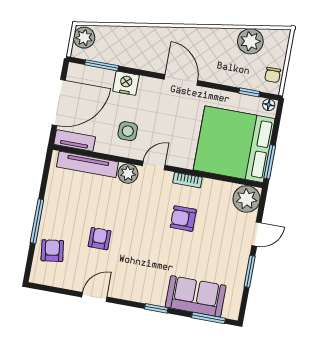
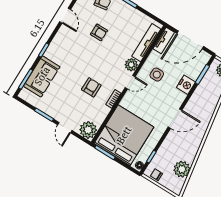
door: (59, 102) -> (190, 40), hinge flipped
door: (154, 165) -> (130, 82), hinge flipped

